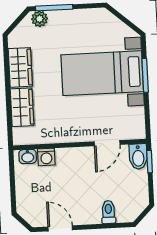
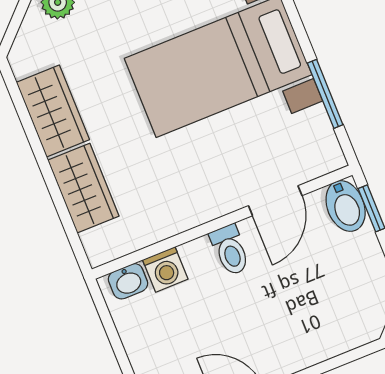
window: (145, 75) -> (325, 94), moved
toilet: (108, 212) -> (230, 250), moved, turned 180

